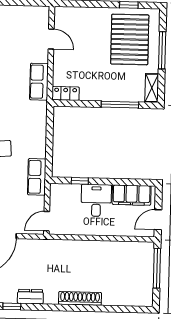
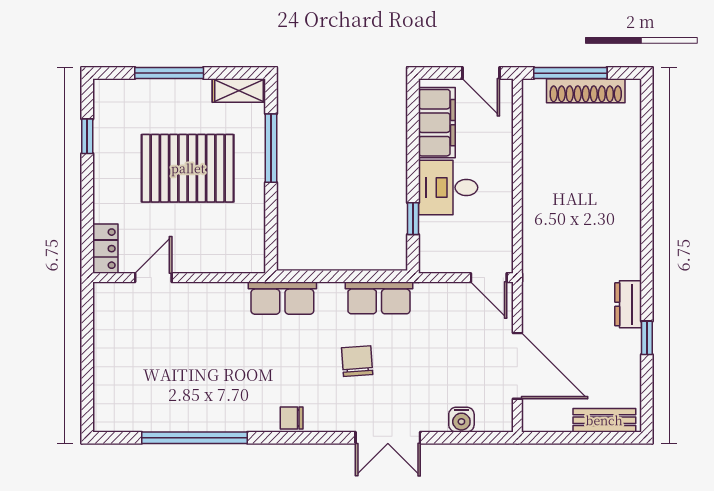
pallet: (130, 39) -> (188, 168), moved
row of seats: (39, 82) -> (282, 298), moved
locker: (66, 93) -> (105, 249), moved, turned 180
row of seats: (37, 177) -> (379, 298), moved
shoe rack: (80, 298) -> (586, 91), moved, turned -90

